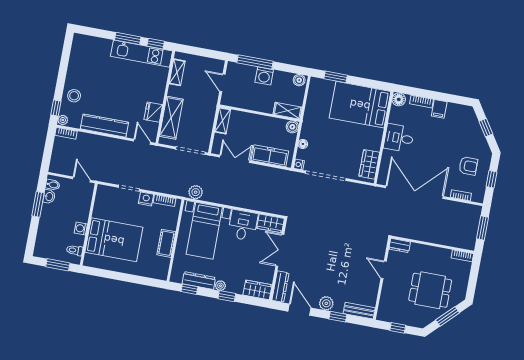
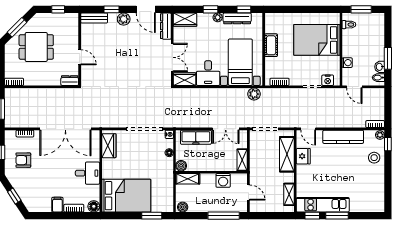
washing machine: (264, 76) -> (223, 180), moved, turned 180
nightstand: (146, 199) -> (328, 80), moved
washing machine: (81, 228) -> (347, 63), moved

